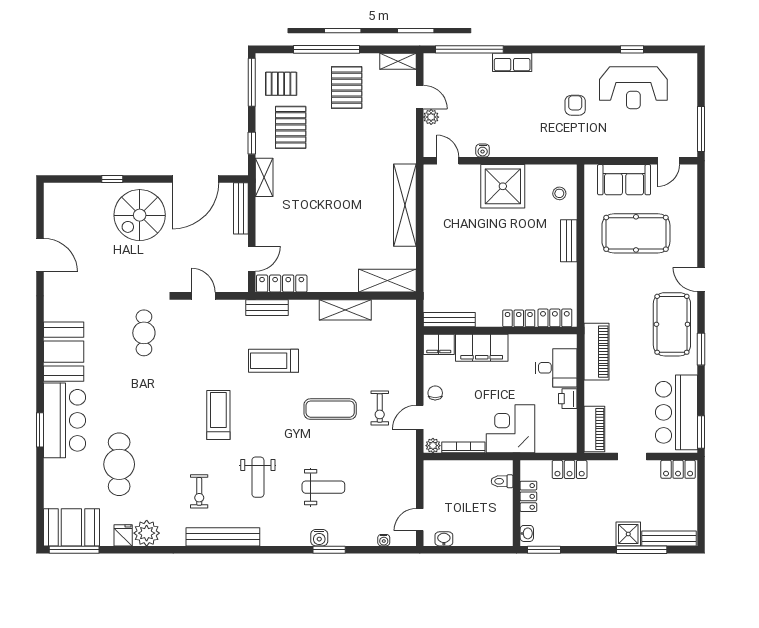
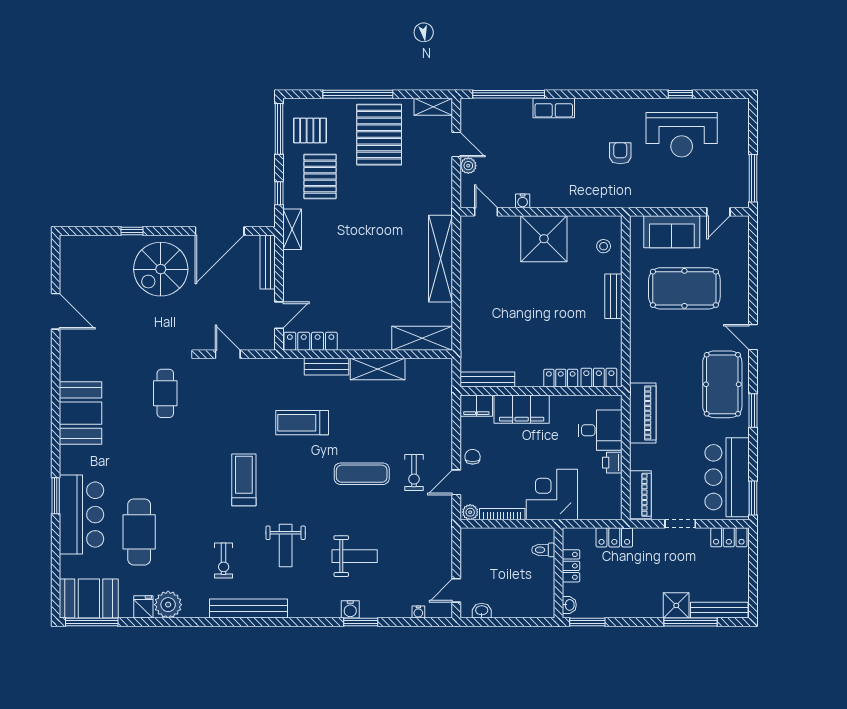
pallet: (347, 88) -> (379, 135), width x1.37, depth x1.41
bench: (267, 308) -> (327, 367), moved
bar counter: (65, 420) -> (82, 515), moved

